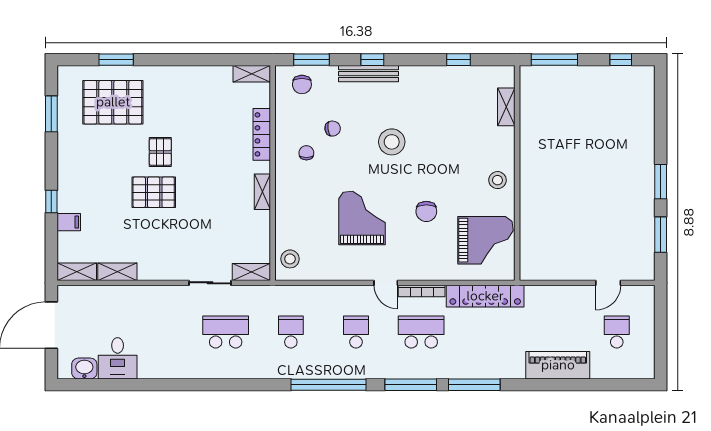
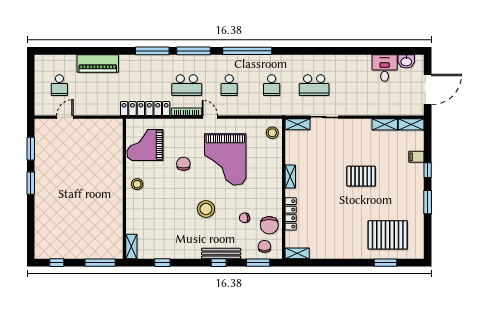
shelving: (506, 107) -> (131, 246), moved
window: (51, 114) -> (428, 202), moved
pallet: (160, 152) -> (357, 202), removed
chair: (306, 153) -> (269, 225), moved, width x1.87, depth x1.87
grand piano: (362, 218) -> (225, 159), width x1.37, depth x1.48

